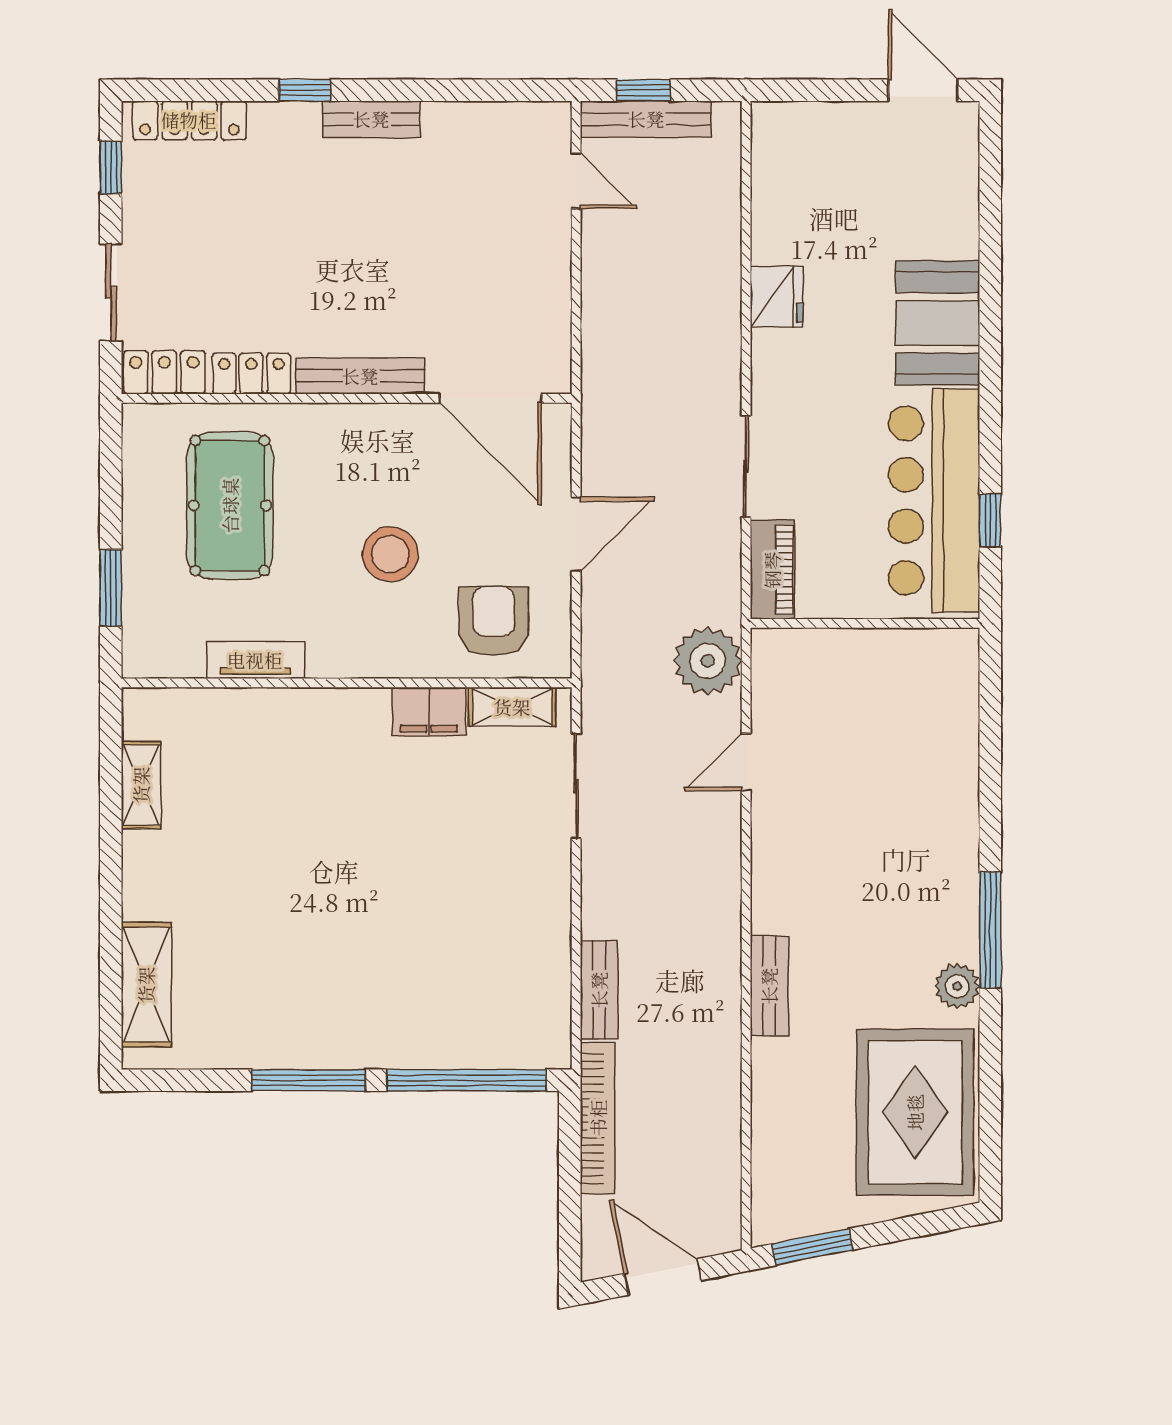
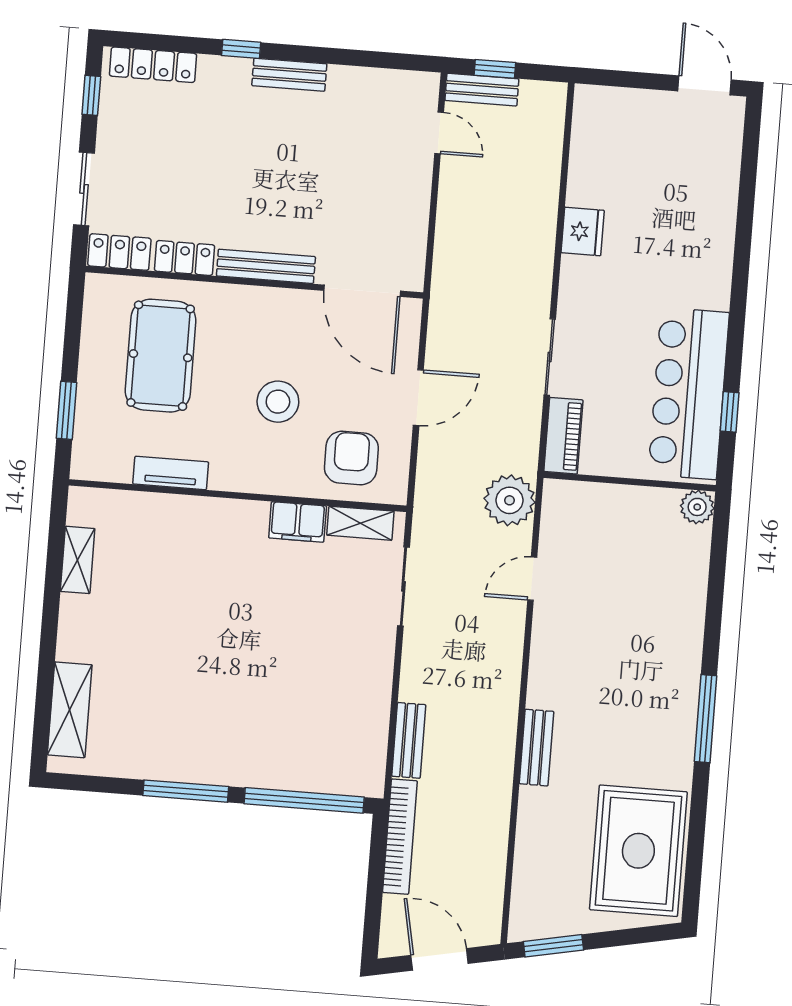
bench: (646, 119) -> (482, 90), width x0.73
booth: (938, 323) -> (702, 261), removed
plant: (957, 986) -> (697, 507), moved

